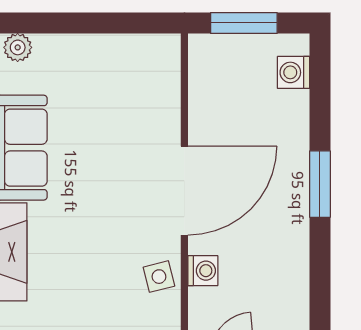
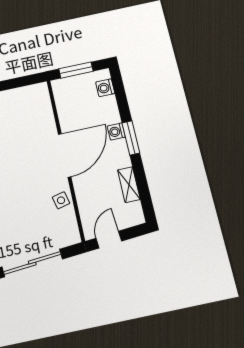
washing machine: (203, 271) -> (116, 132), moved, turned 180
shelving: (295, 274) -> (129, 185), added

